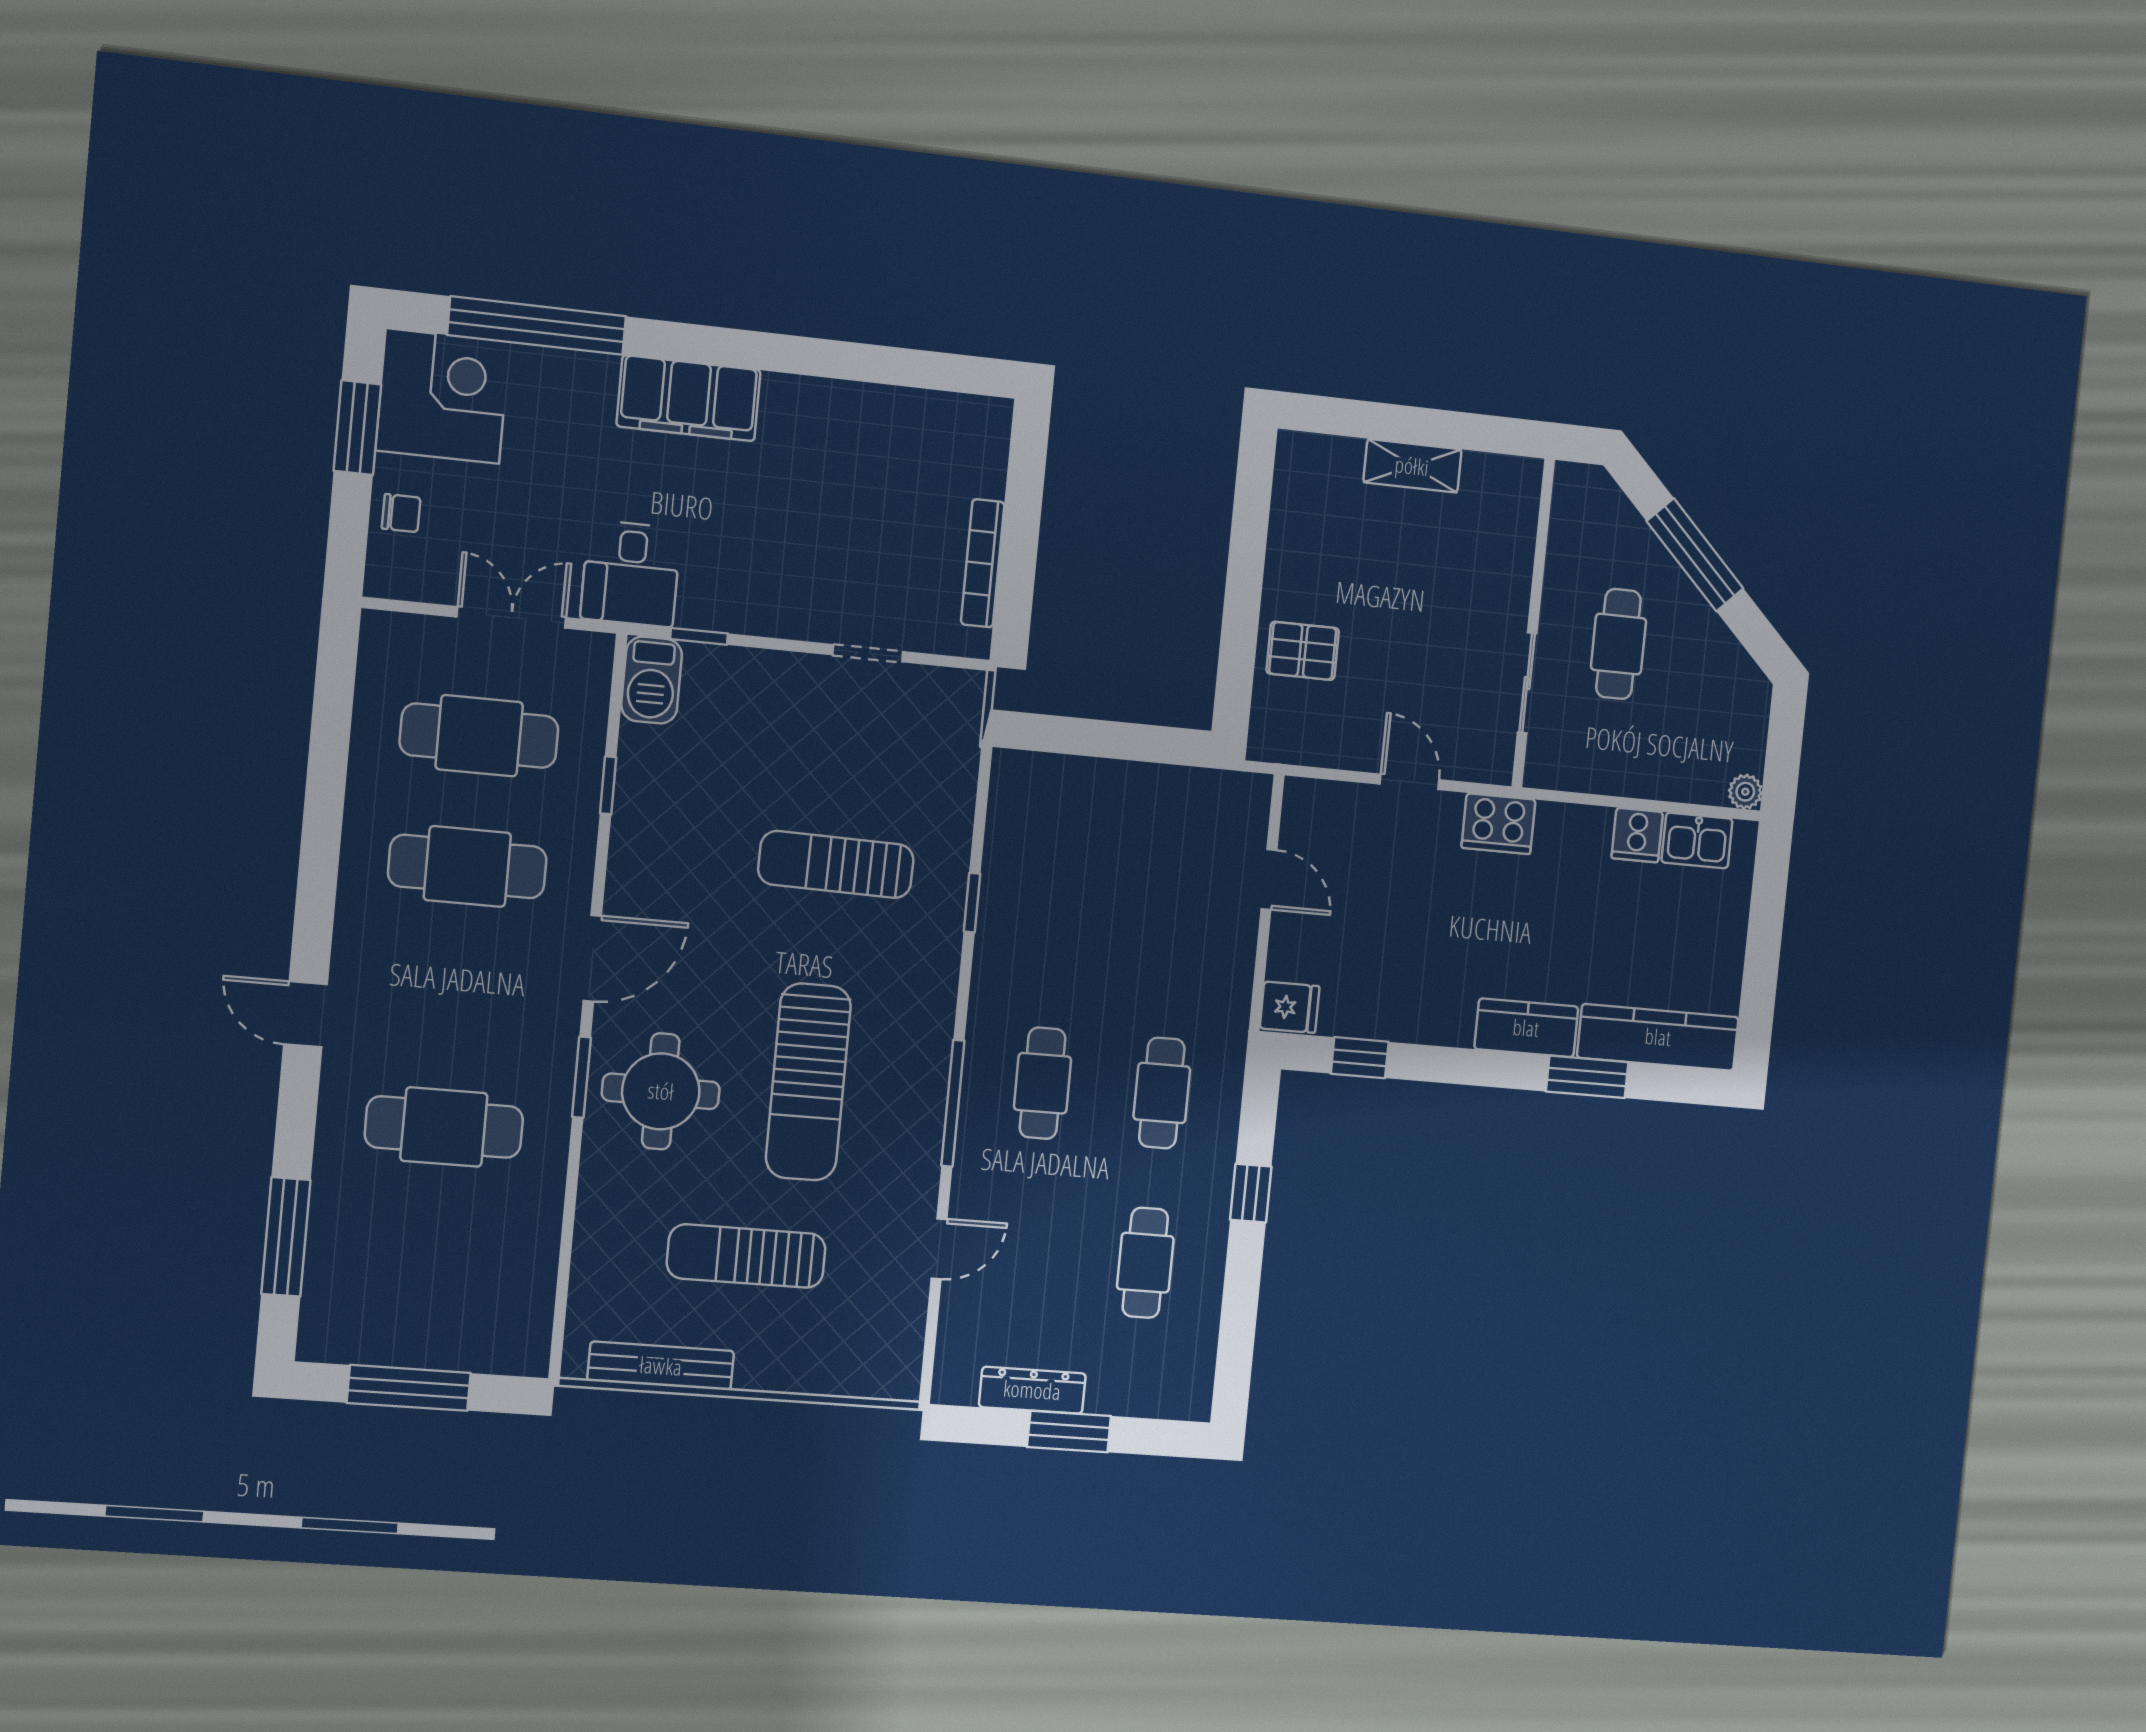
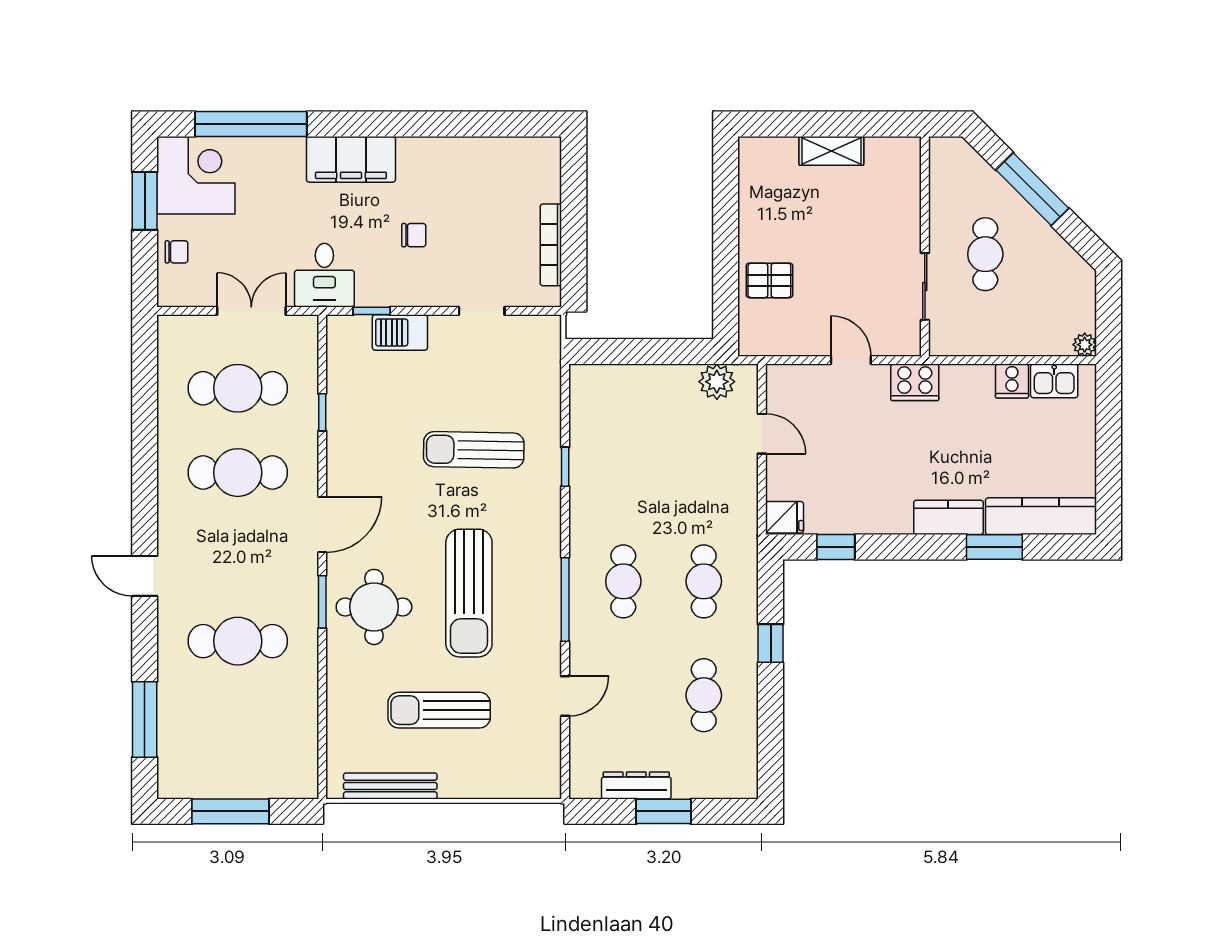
chair: (775, 526) -> (414, 235), added
barbecue: (652, 680) -> (400, 332), moved, turned 90
plant: (1210, 795) -> (717, 382), added

